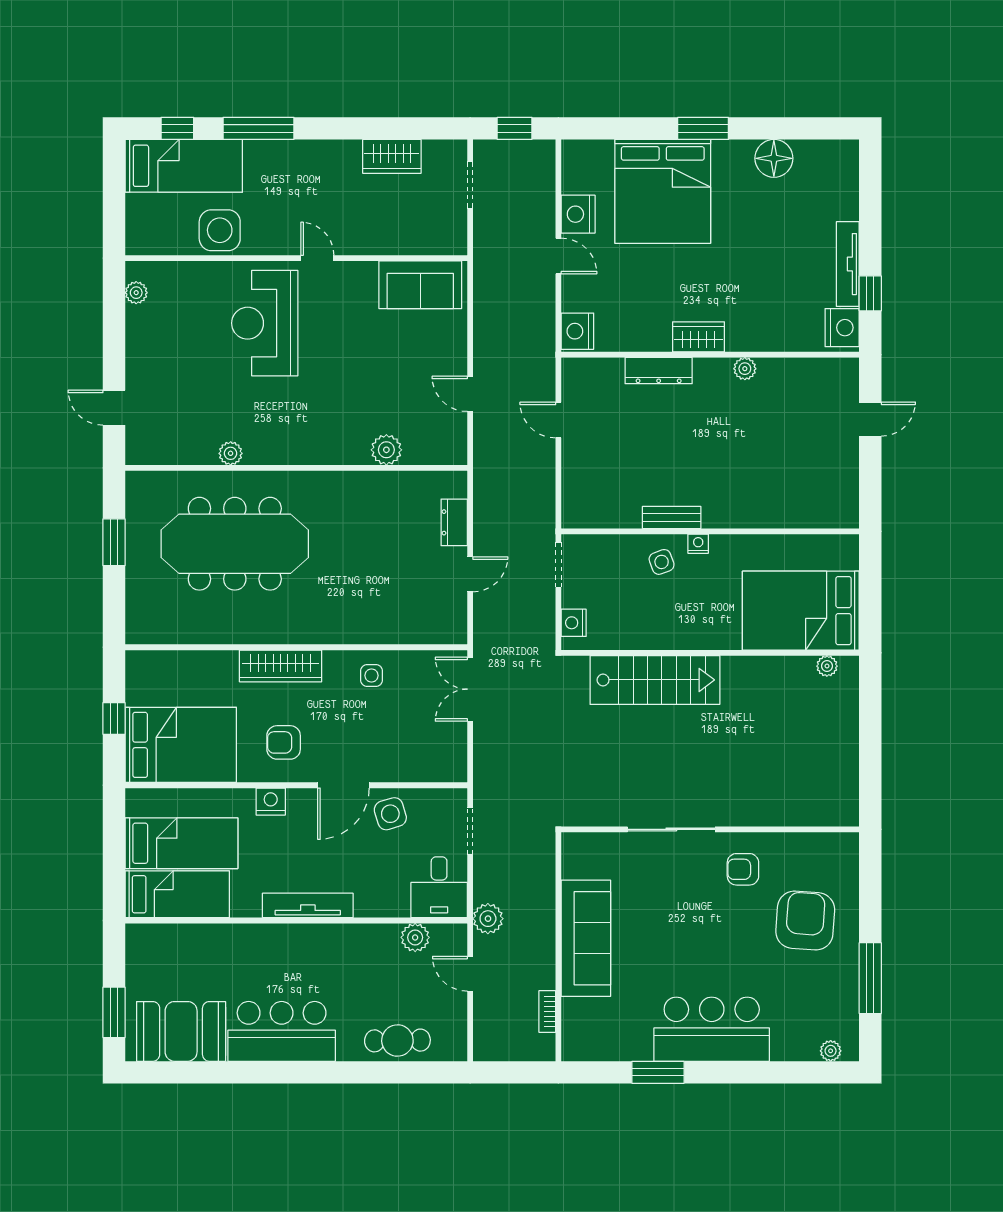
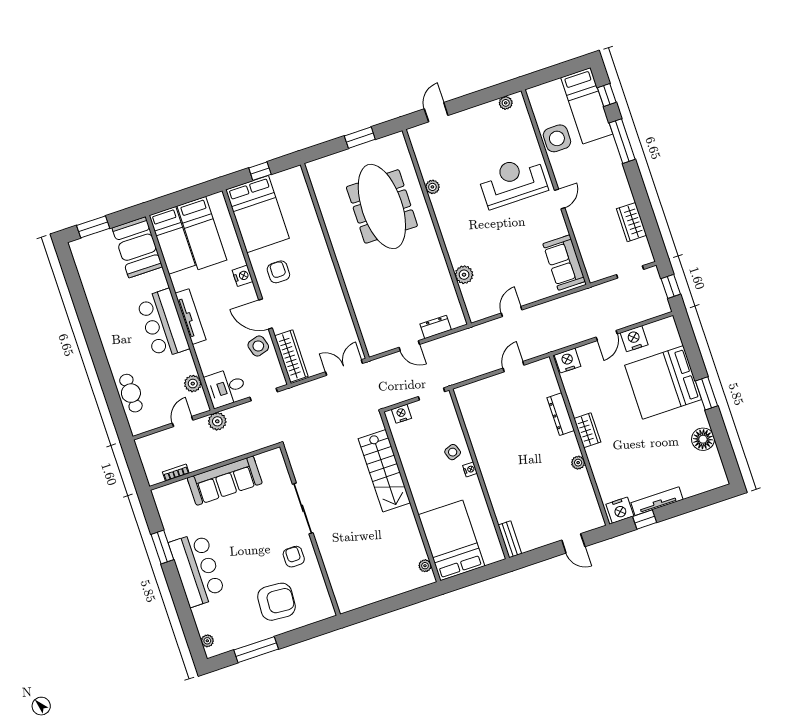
bench: (672, 517) -> (510, 539), moved
wardrobe: (281, 666) -> (291, 356), moved, turned 180
side table: (372, 676) -> (333, 309), removed
booth: (181, 1031) -> (137, 247), moved
bar counter: (282, 1031) -> (163, 324), moved, turned 180

